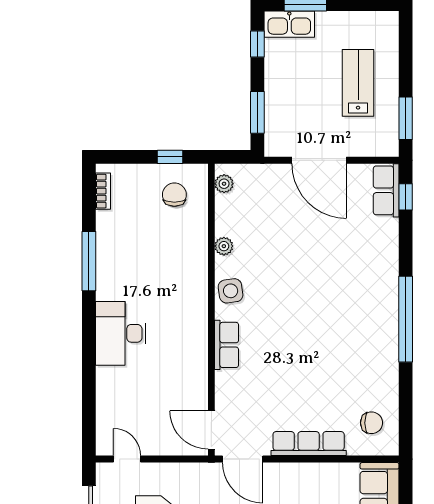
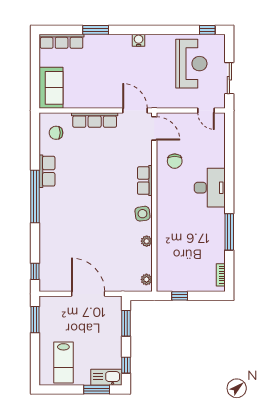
lab bench: (358, 83) -> (63, 362), moved
row of seats: (386, 190) -> (47, 171), moved
chair: (174, 195) -> (175, 161), moved

